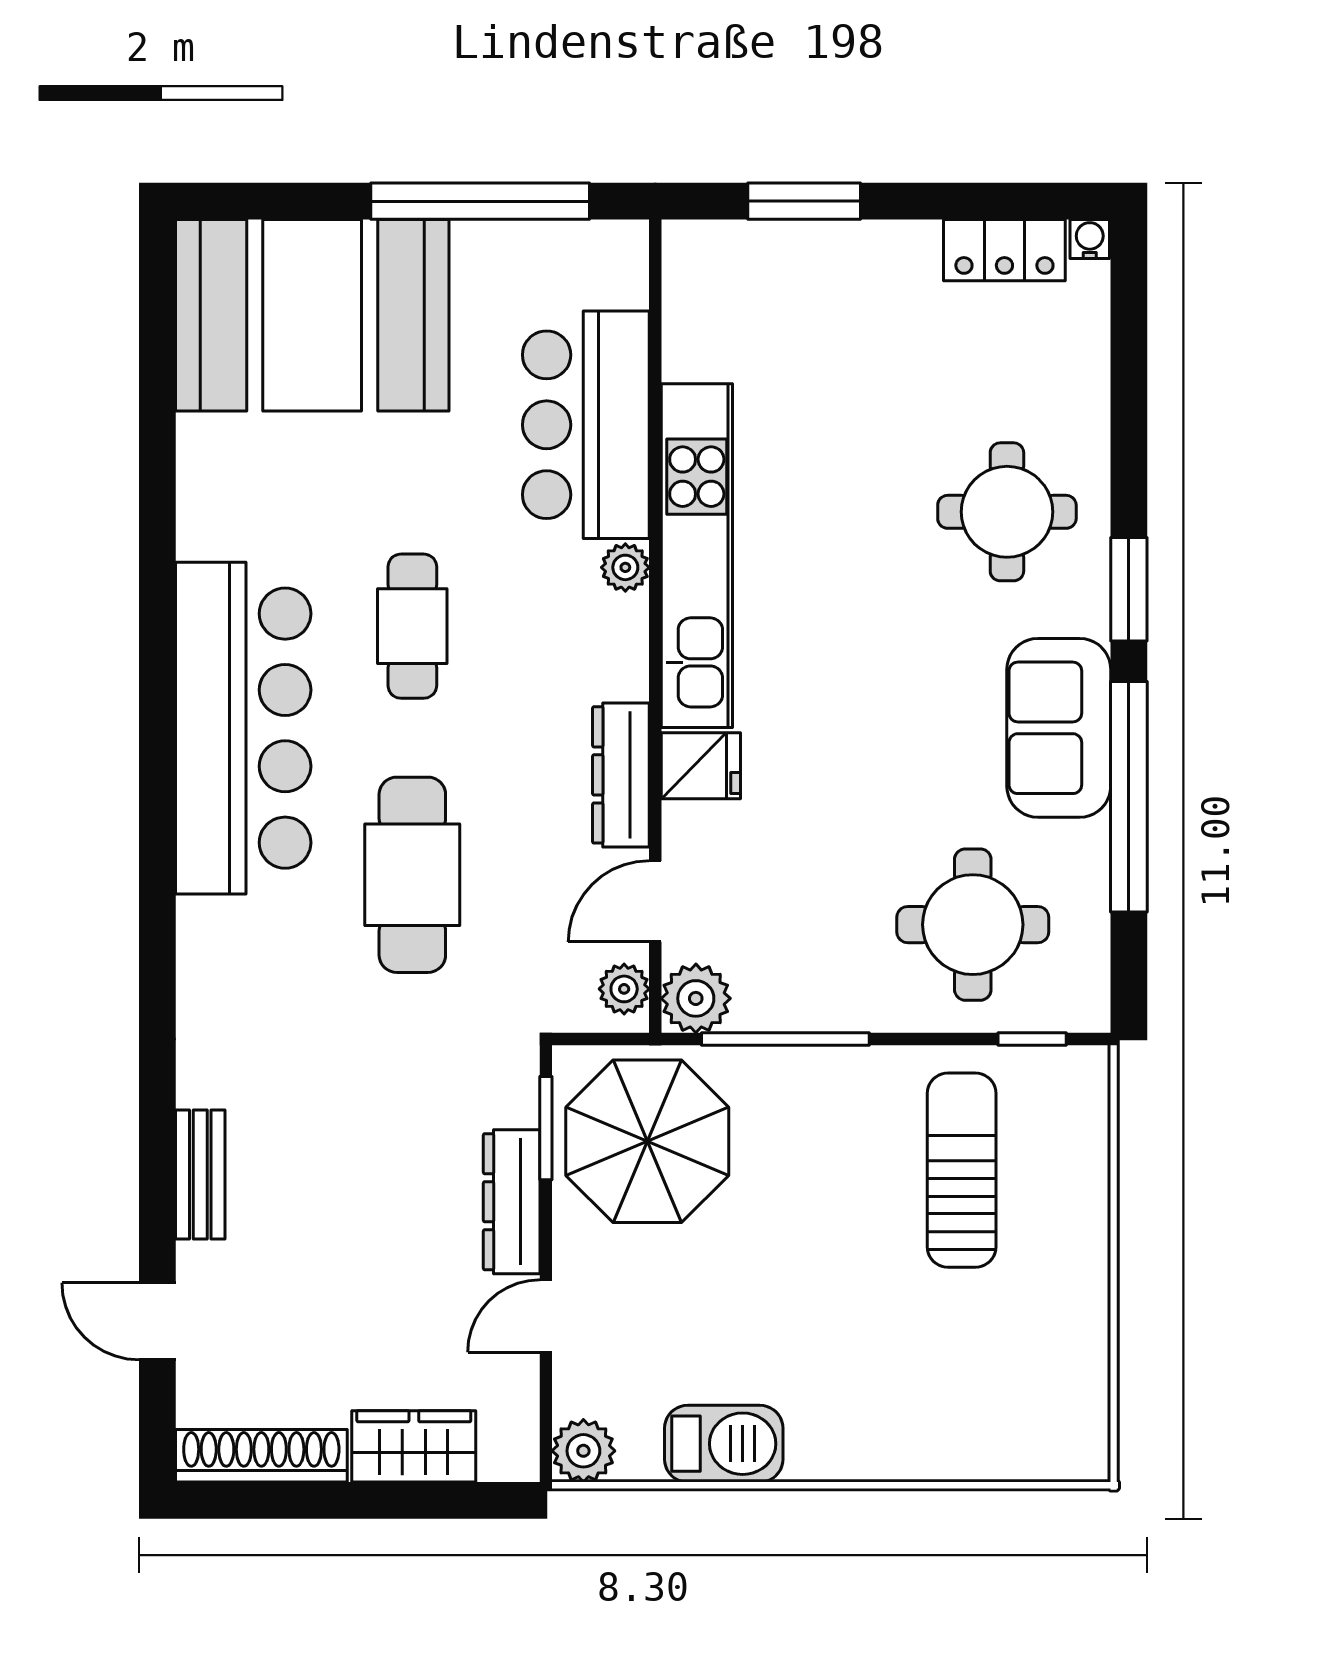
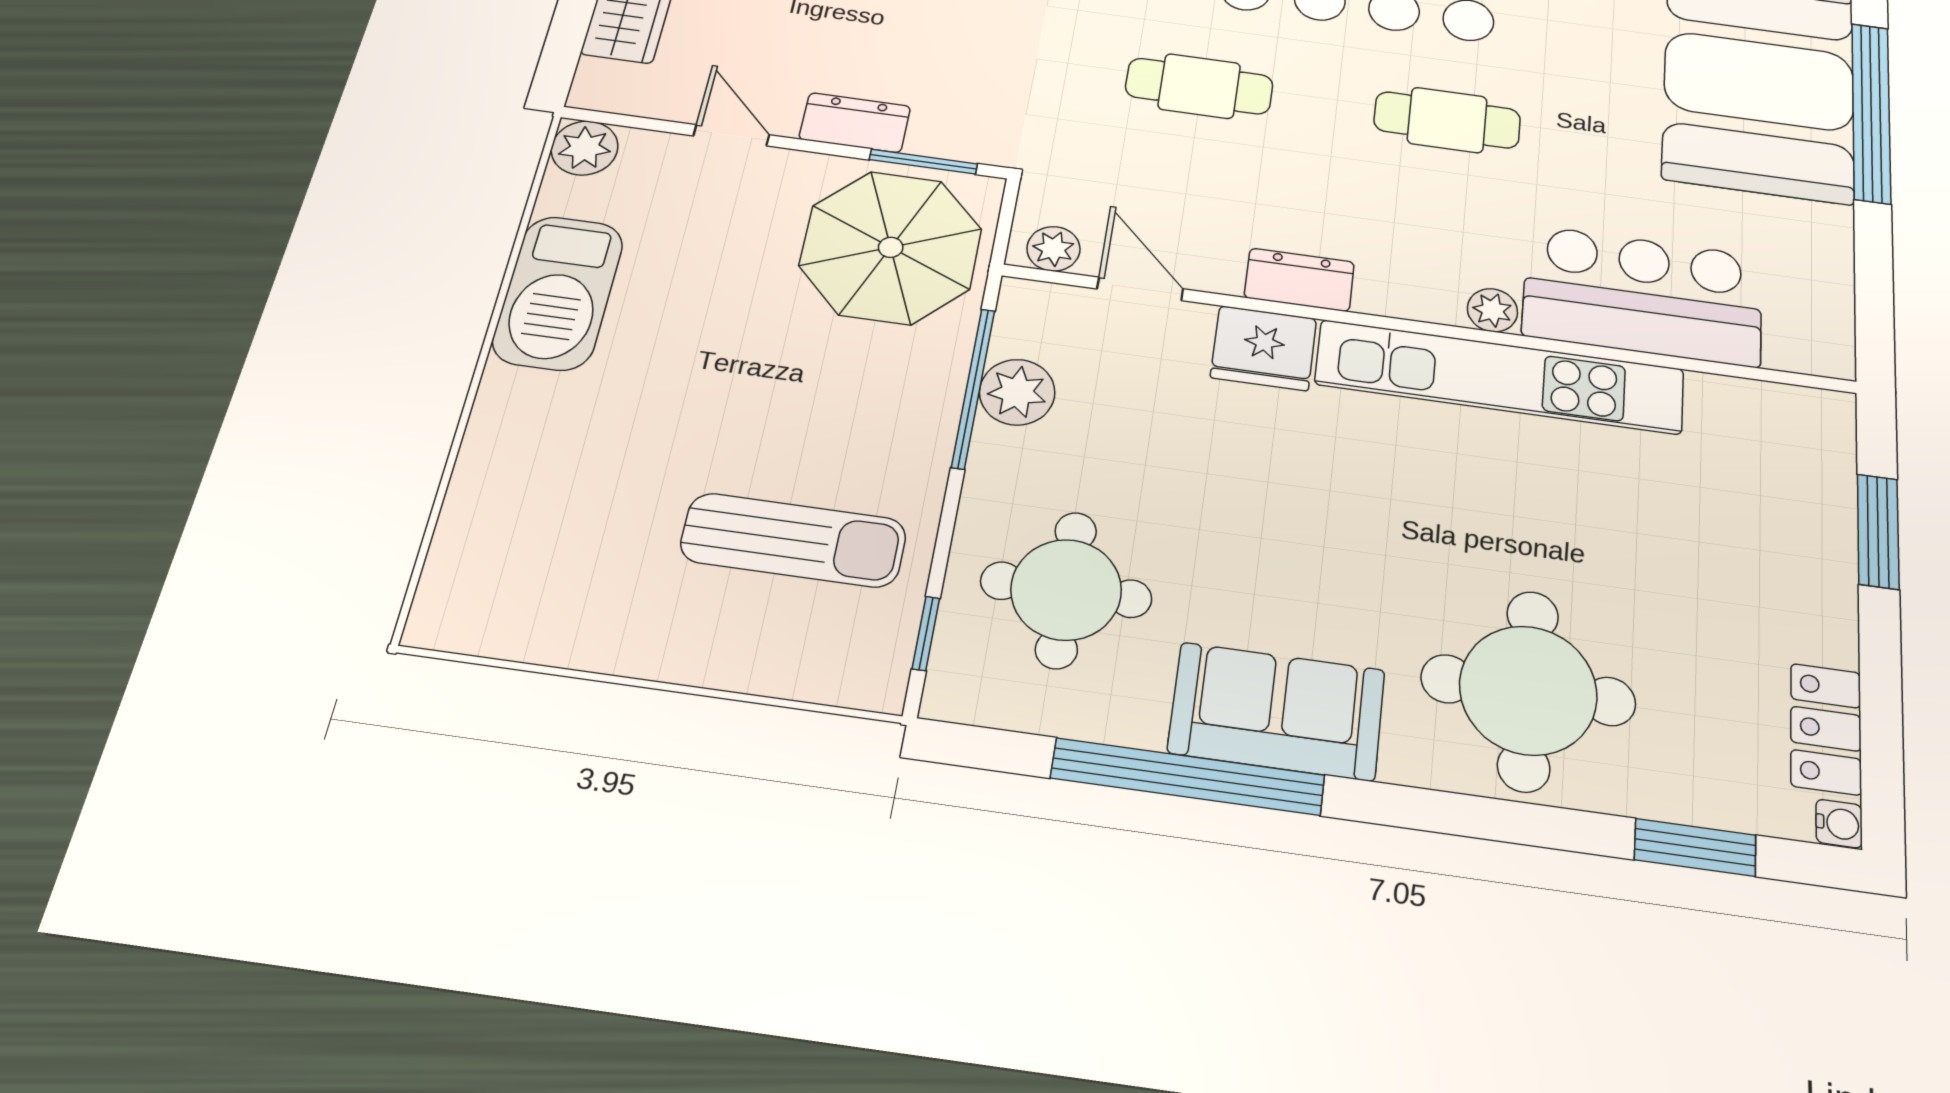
window: (480, 201) -> (1871, 112), moved
round table: (1007, 512) -> (1528, 690), width x1.36, depth x1.36
window: (1129, 589) -> (1695, 847), moved
fridge: (701, 766) -> (1264, 348), width x1.38
dresser: (621, 775) -> (1299, 280), width x0.70
cafe table: (412, 875) -> (1199, 86), width x0.73, depth x0.74
plant: (696, 998) -> (1017, 392), moved
dresser: (512, 1202) -> (855, 123), width x0.70
barbecue: (724, 1444) -> (558, 293), width x1.37, depth x1.21

